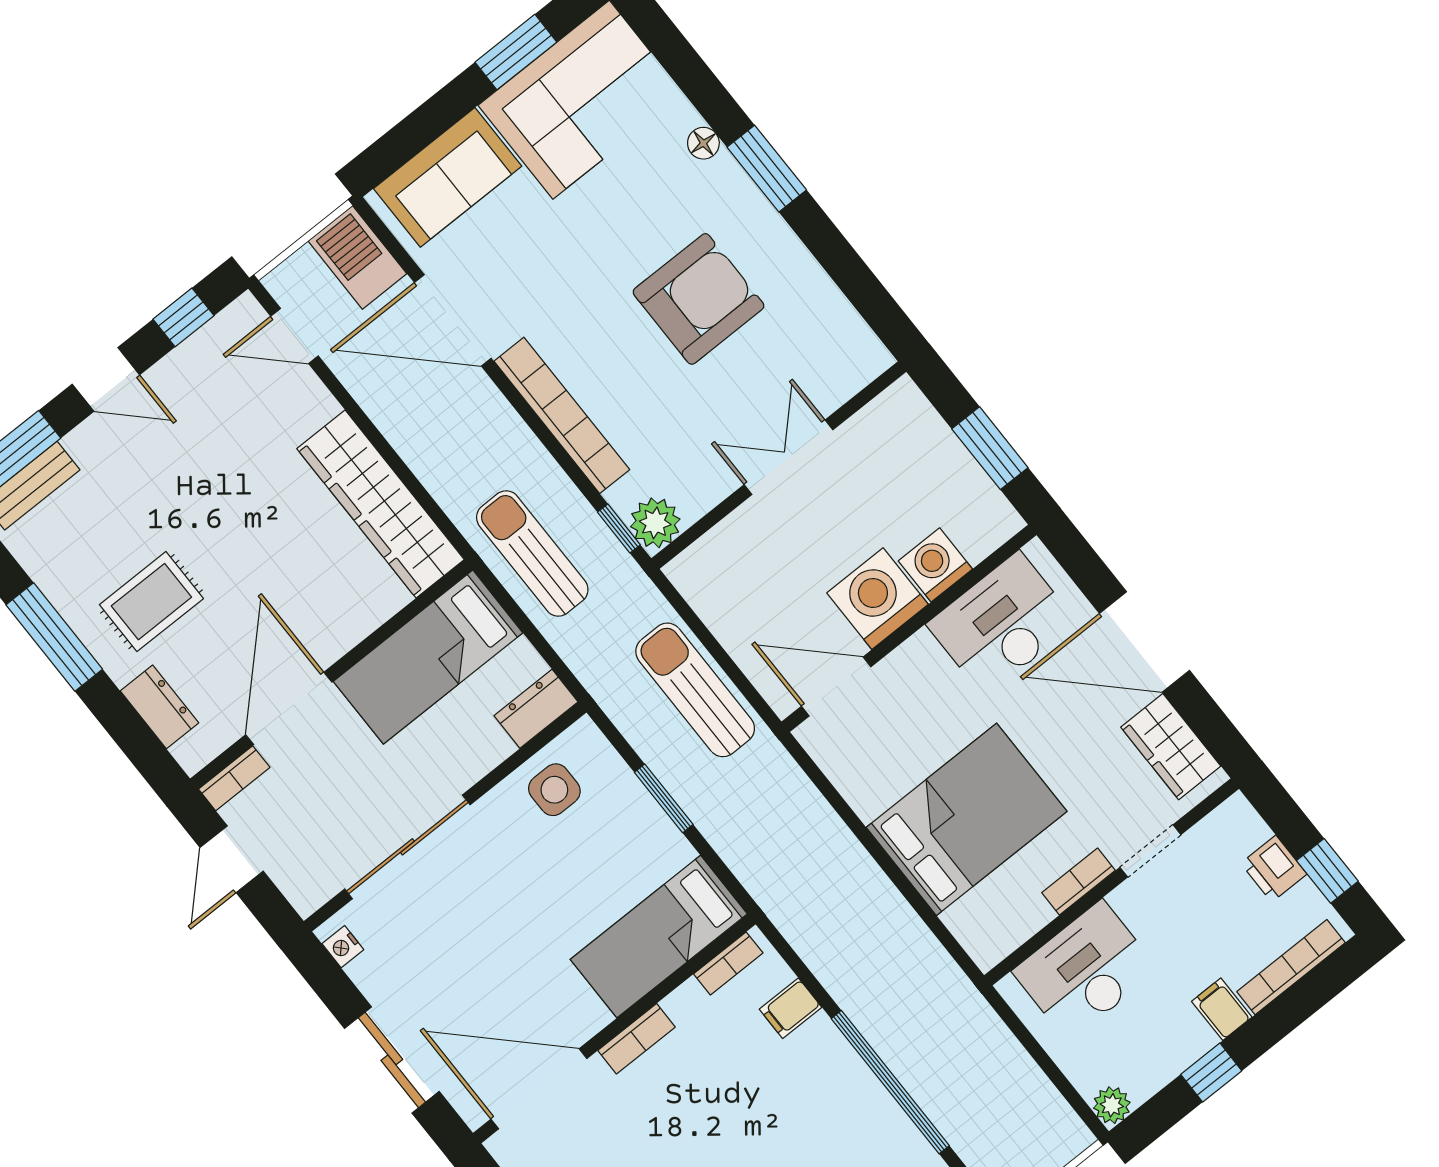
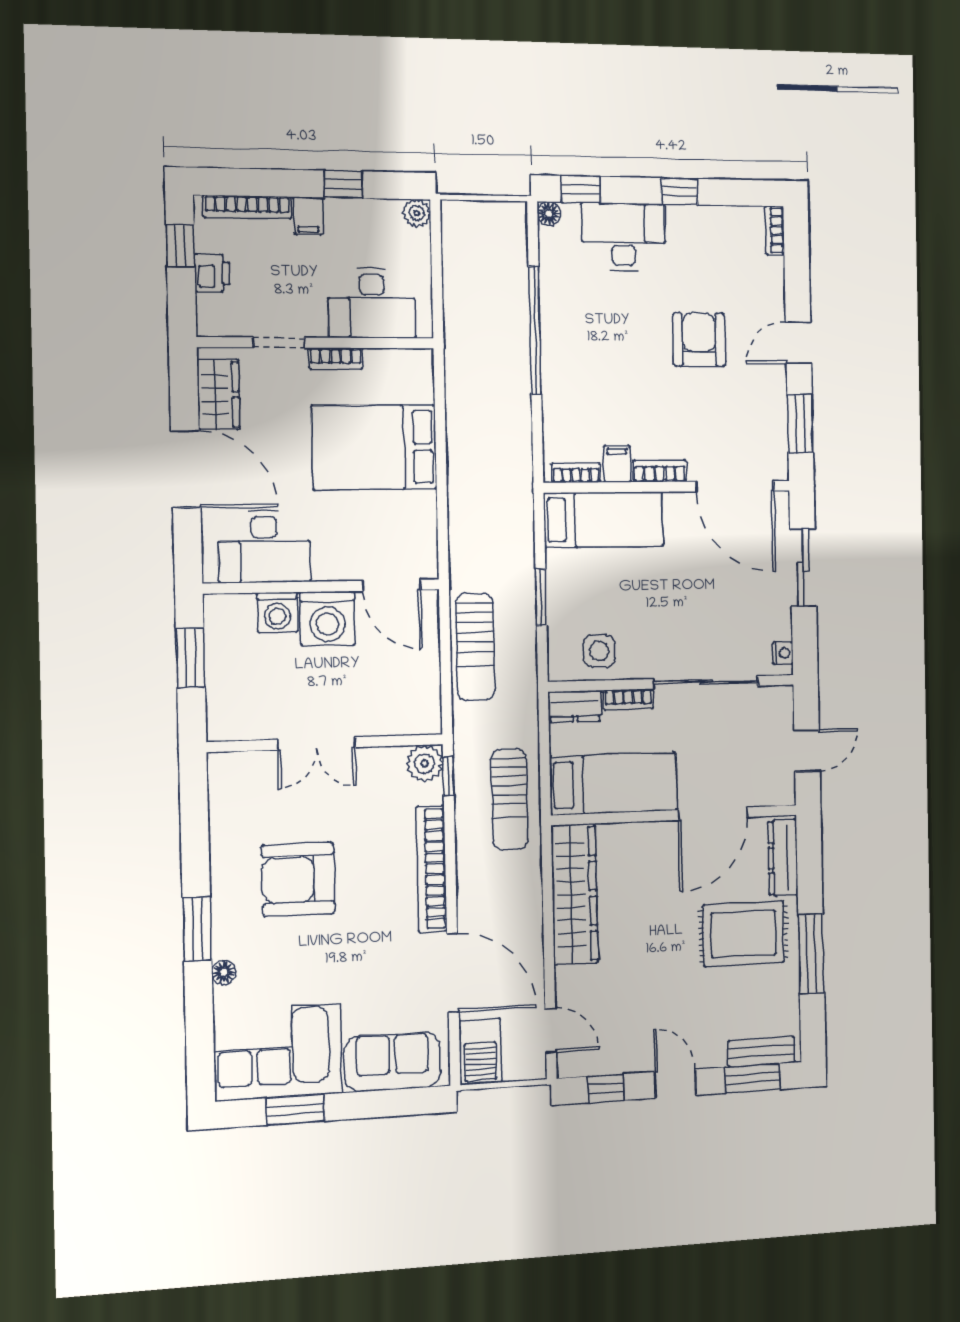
rug: (151, 602) -> (744, 934), width x1.36, depth x1.43
dresser: (159, 707) -> (783, 858), width x1.44
bookcase: (234, 778) -> (628, 700), moved, turned 180
filing cabinet: (791, 1008) -> (617, 464), moved, turned -90

